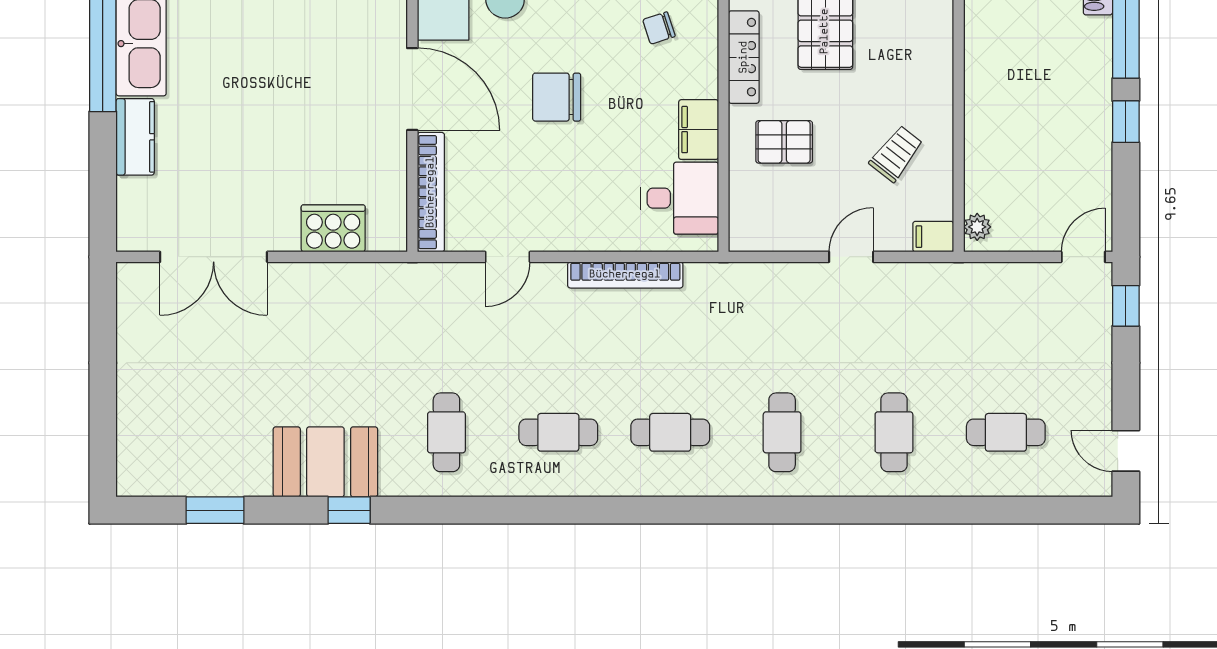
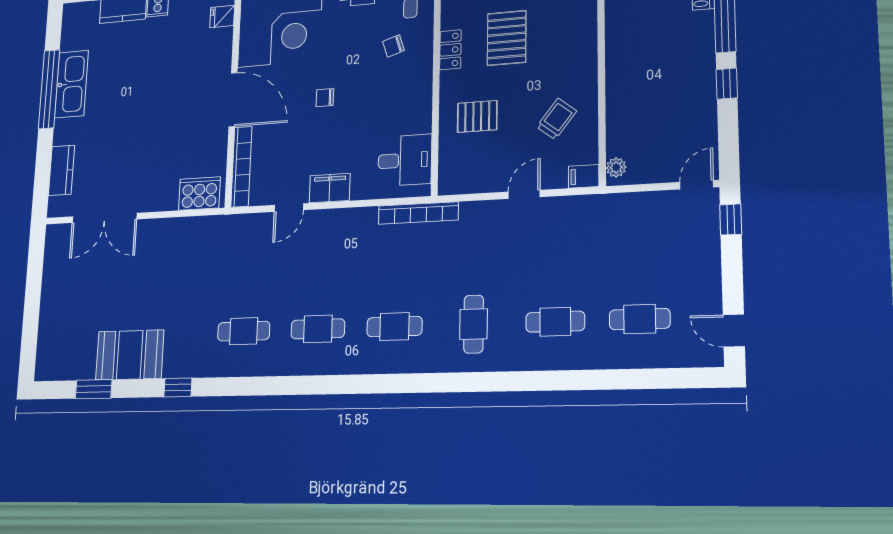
locker: (744, 57) -> (450, 50), width x0.66
chair: (557, 97) -> (325, 98), width x0.54, depth x0.54
filing cabinet: (699, 130) -> (330, 188), moved, turned 90
kitchen counter: (135, 137) -> (61, 170), moved
cooker: (333, 228) -> (199, 194), moved
bookcase: (625, 275) -> (418, 213), moved
cafe table: (446, 432) -> (244, 331), turned 90
cafe table: (894, 432) -> (555, 322), turned 90
booth: (325, 462) -> (130, 355), moved

